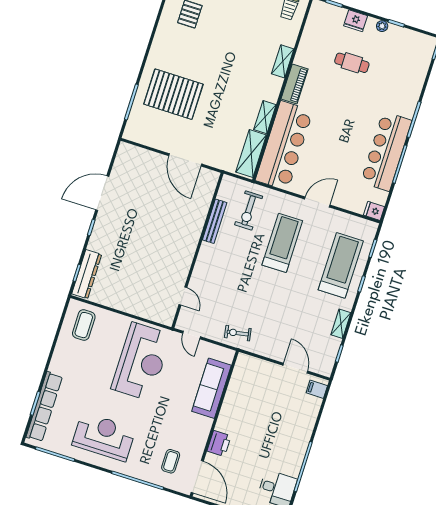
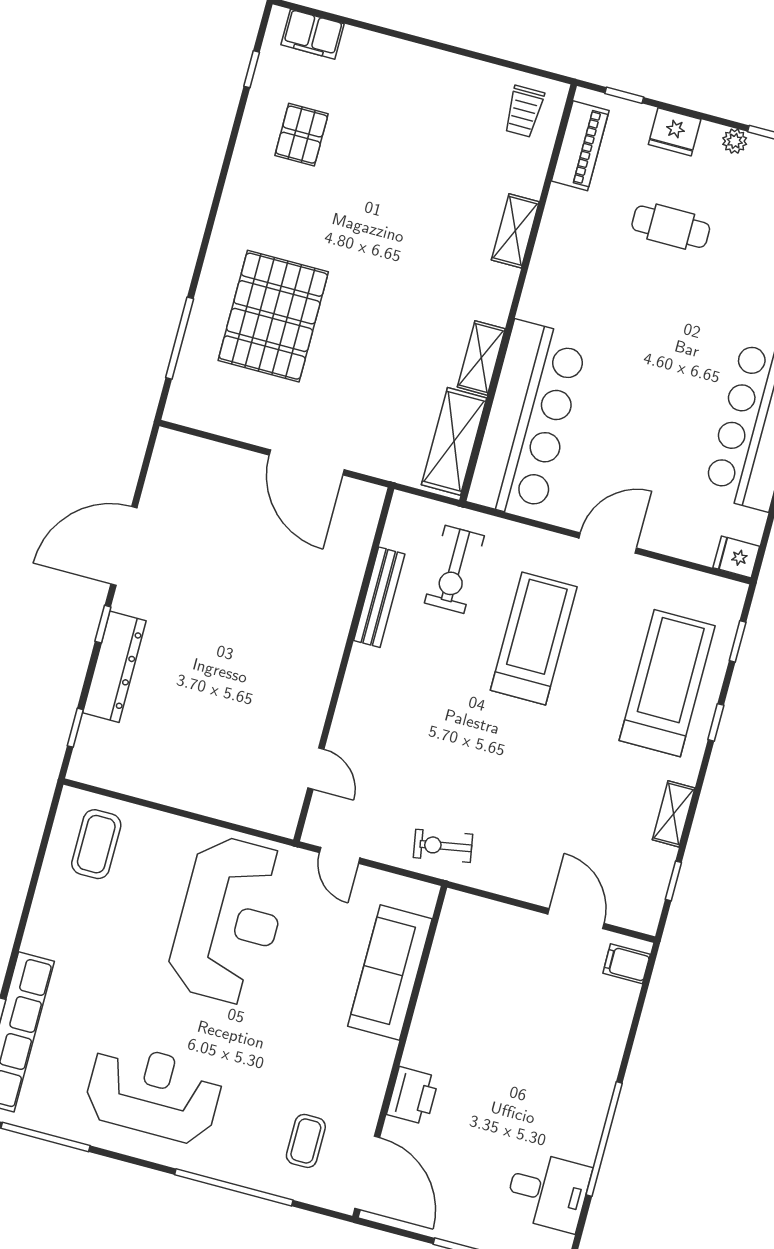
piano: (295, 84) -> (580, 146), moved
pallet: (173, 94) -> (273, 316), turned 90
dresser: (87, 274) -> (114, 667), moved

